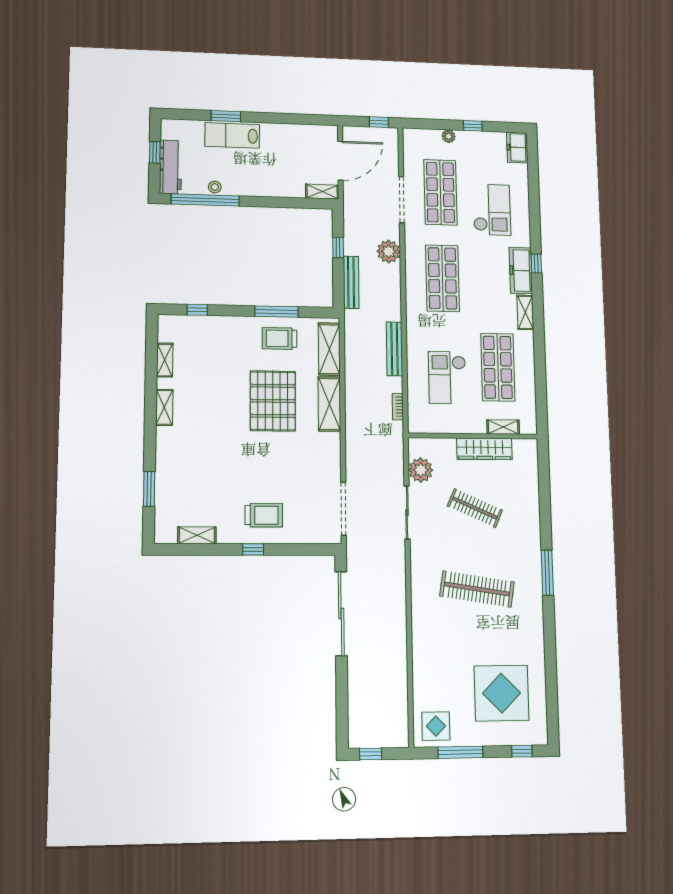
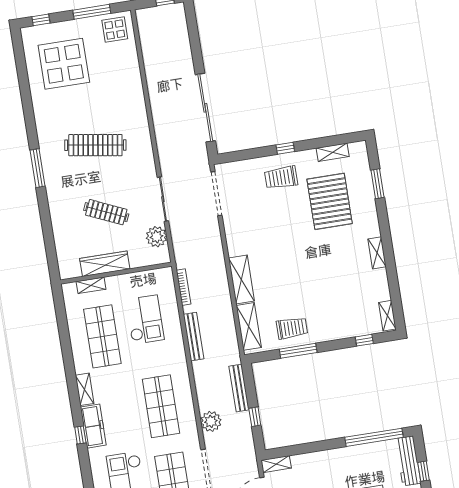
stool: (215, 187) -> (368, 450), removed
shelving: (165, 360) -> (387, 316), moved
pallet: (273, 401) -> (330, 201), moved
bookcase: (398, 407) -> (183, 287), width x1.56

